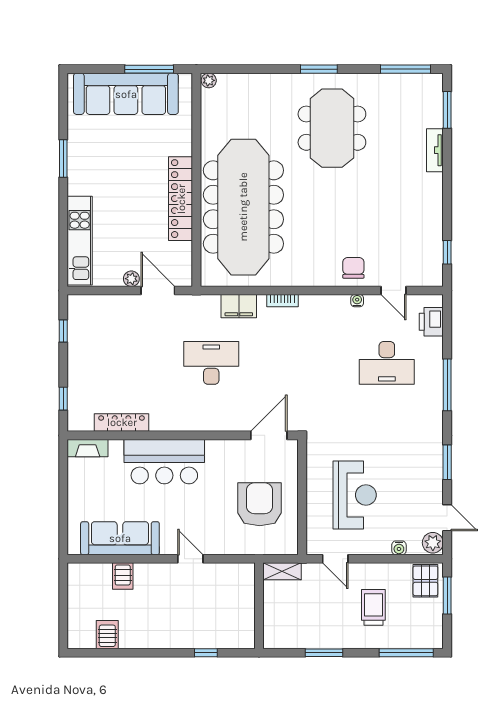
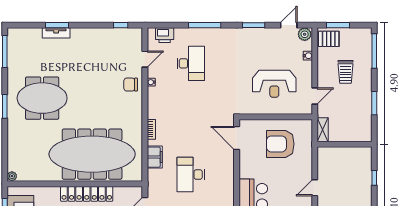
window: (447, 110) -> (57, 25), moved
reception desk: (355, 495) -> (274, 84), turned 180
trolley: (373, 607) -> (346, 72), turned -90

